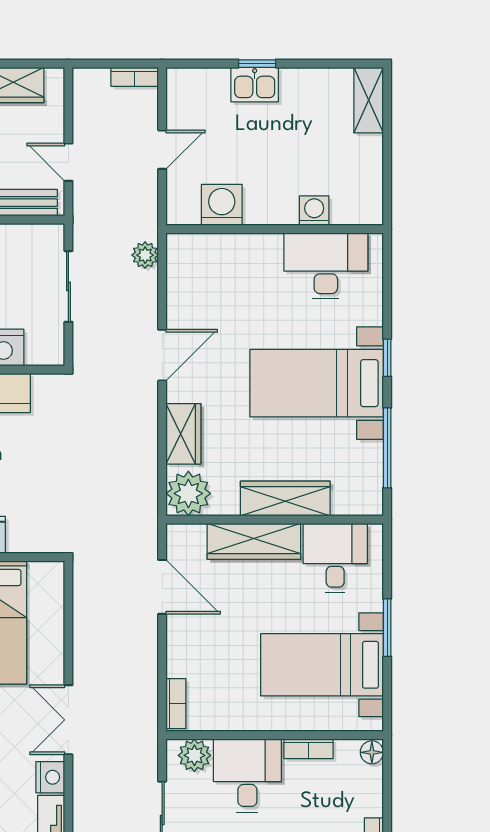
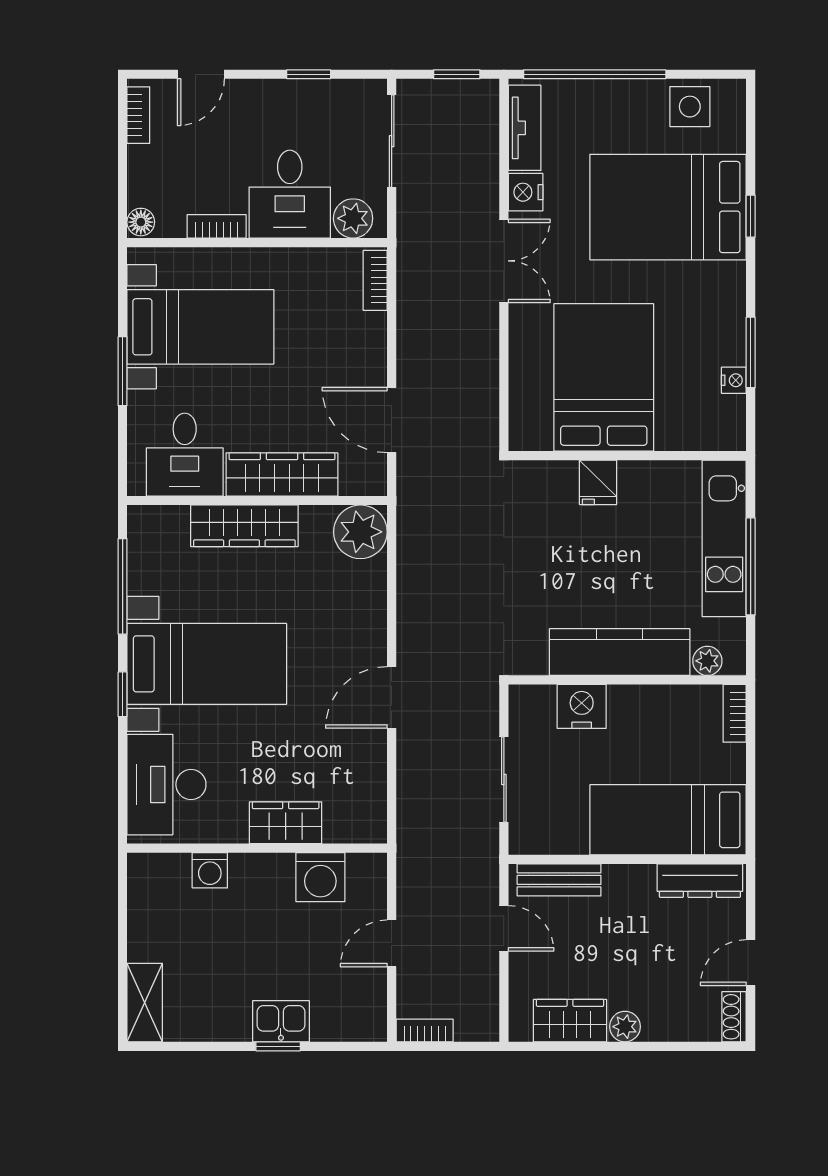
plant: (145, 255) -> (412, 817), removed
desk: (326, 266) -> (166, 785), moved, turned 90
wardrobe: (183, 434) -> (286, 823), moved, turned 90

